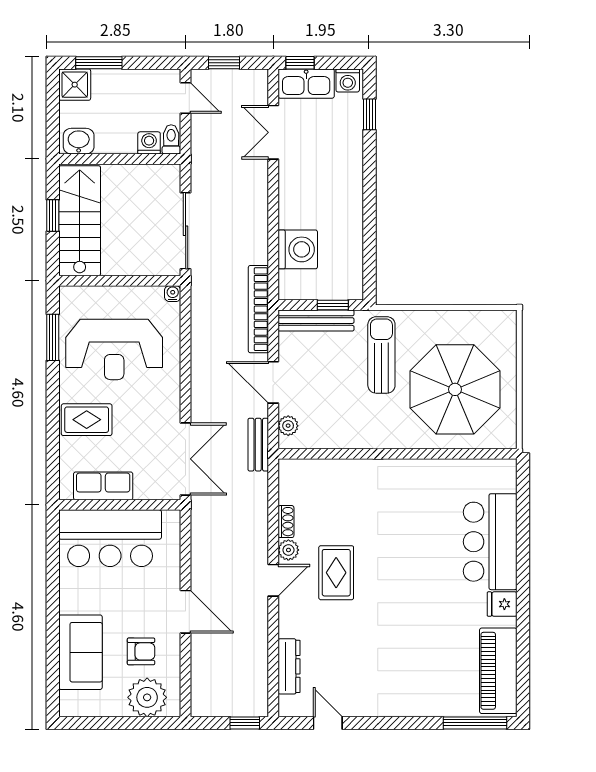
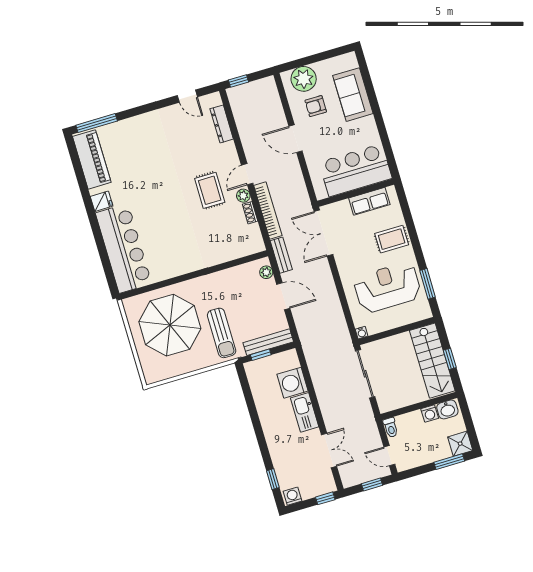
kitchen sink: (306, 84) -> (305, 412), moved, turned -90
washing machine: (149, 143) -> (430, 414), moved
bookcase: (258, 309) -> (268, 211), moved
bar counter: (490, 542) -> (124, 248), width x1.36

